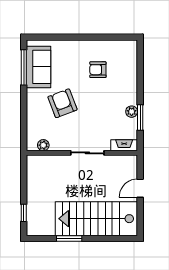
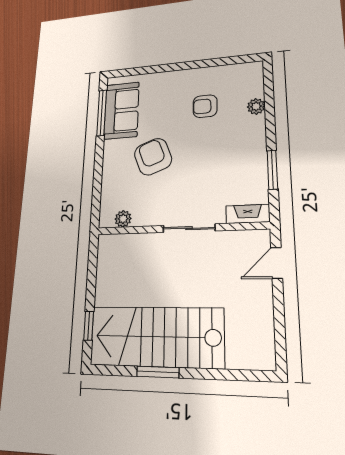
plant: (132, 112) -> (256, 106), moved
door: (140, 188) -> (277, 263), moved
stairs: (96, 219) -> (156, 337), moved

